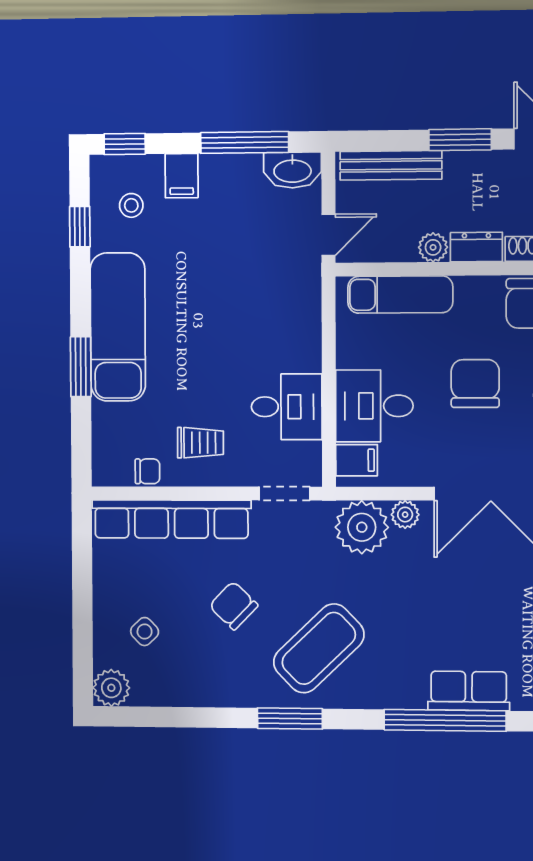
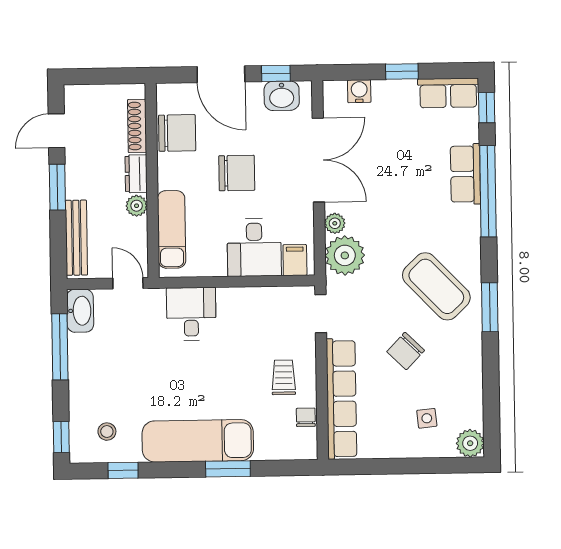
filing cabinet: (182, 176) -> (85, 394), removed
chair: (475, 384) -> (237, 173), turned 180
desk: (287, 407) -> (191, 314), moved
side table: (145, 632) -> (427, 418), turned 38

